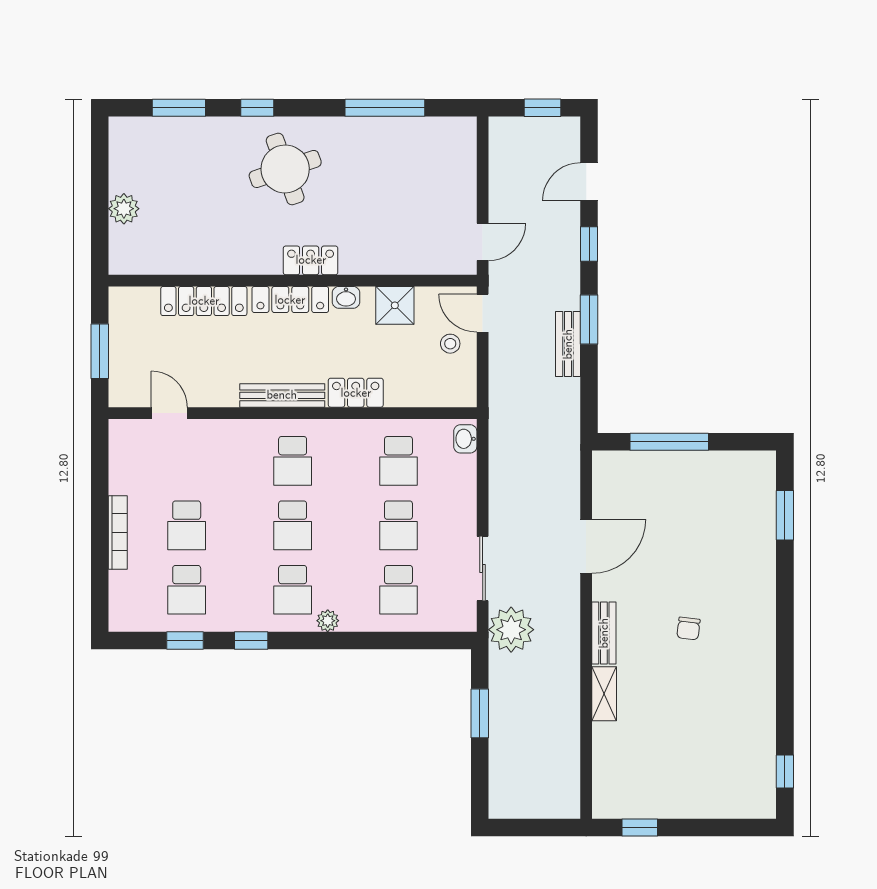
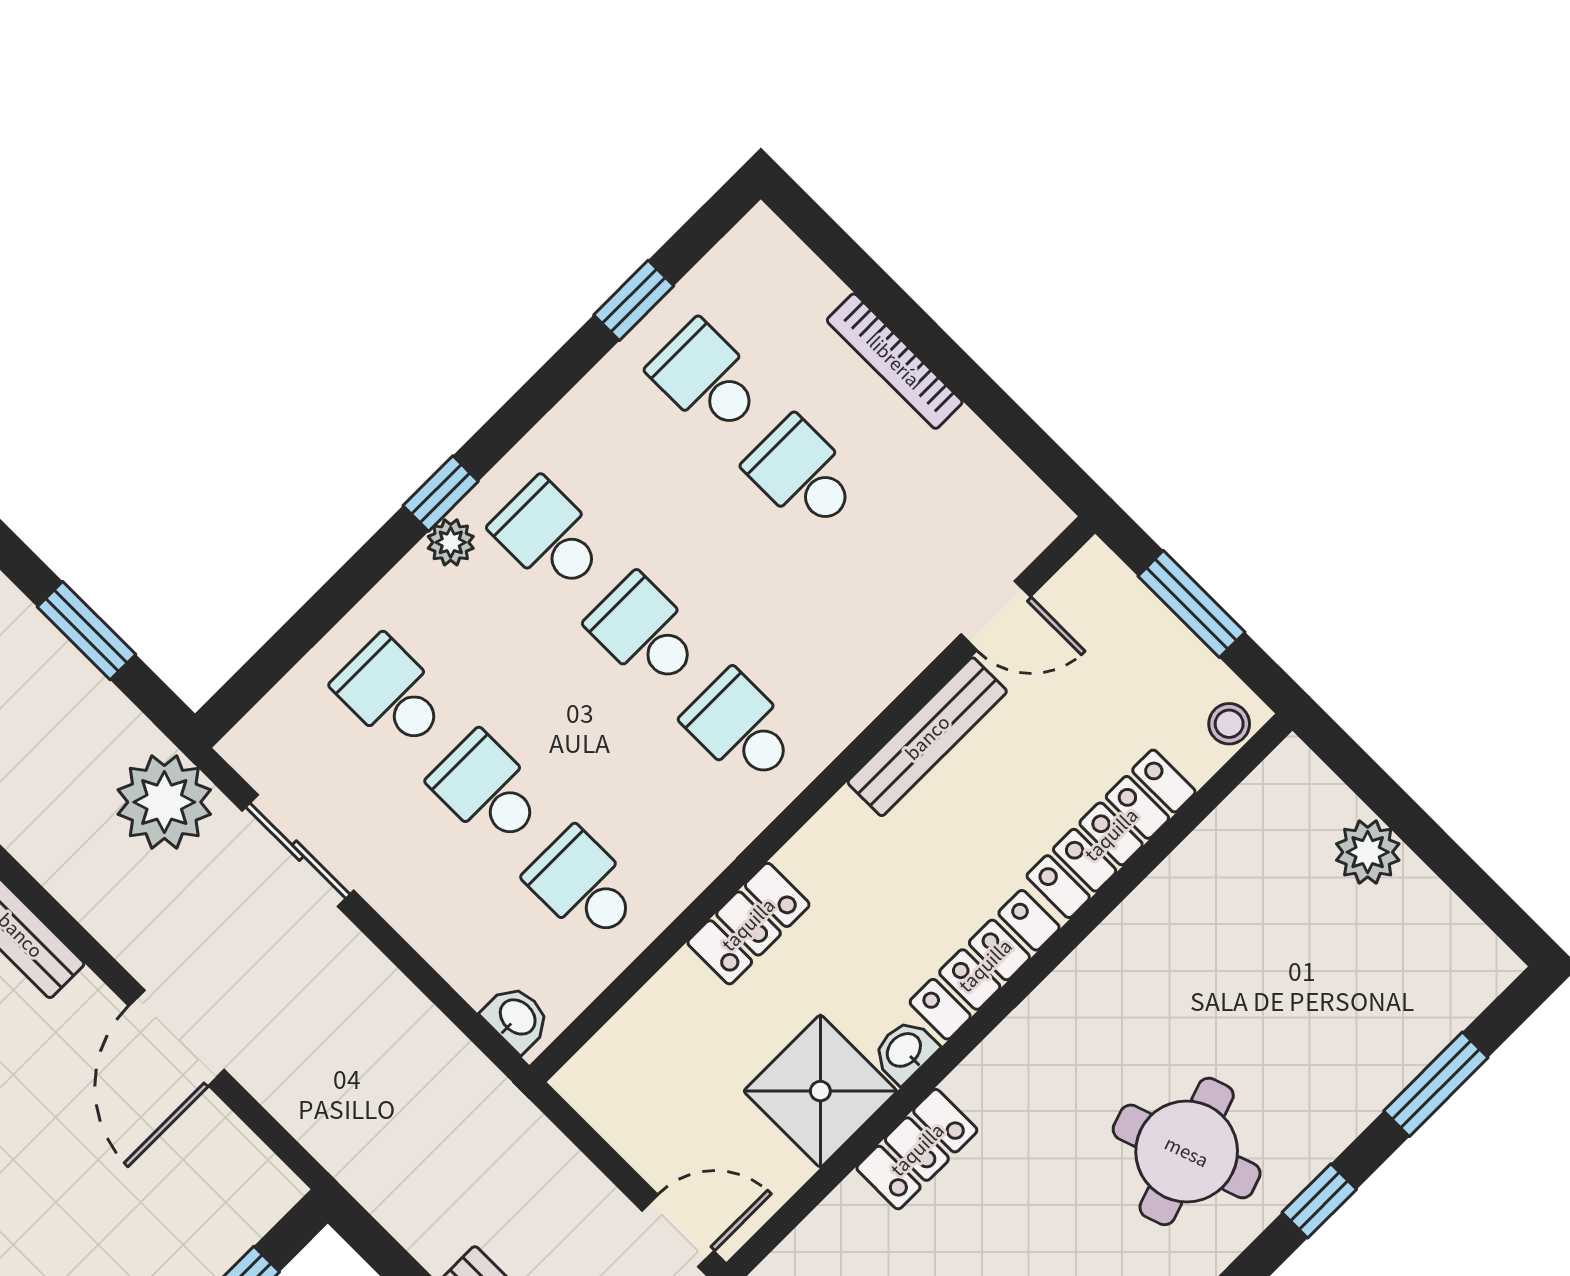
locker: (311, 260) -> (917, 1149), moved
shower: (395, 305) -> (820, 1091), width x1.36, depth x1.36
stool: (450, 344) -> (1229, 724), moved
bench: (282, 395) -> (927, 737), moved
window: (251, 640) -> (441, 493), moved

